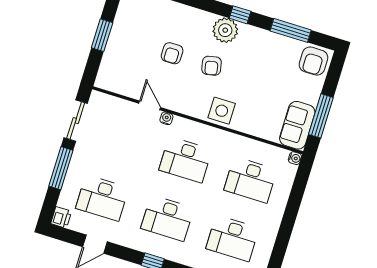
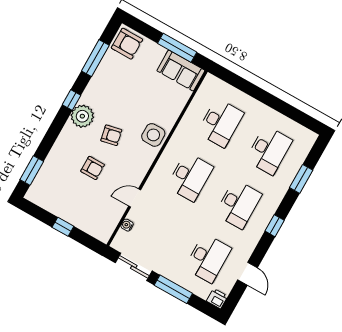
window: (102, 35) -> (63, 227), width x0.67
water cooler: (166, 118) -> (127, 225), moved
water cooler: (295, 158) -> (210, 79), removed

